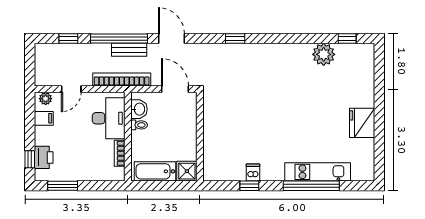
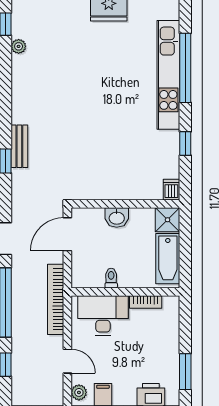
bench: (129, 50) -> (19, 146), moved
plant: (324, 54) -> (19, 46), width x0.53, depth x0.53
washbasin: (139, 109) -> (117, 218), moved, turned 180
dishwasher: (253, 172) -> (171, 190), moved, turned 90
kitchen unit: (318, 172) -> (168, 75), width x1.36

